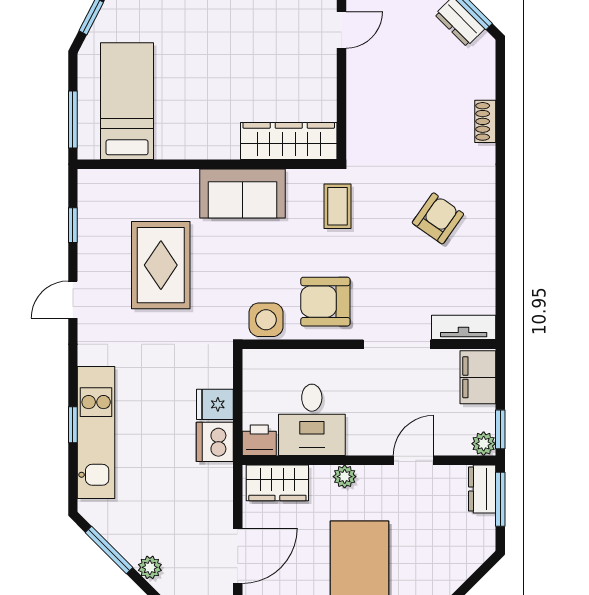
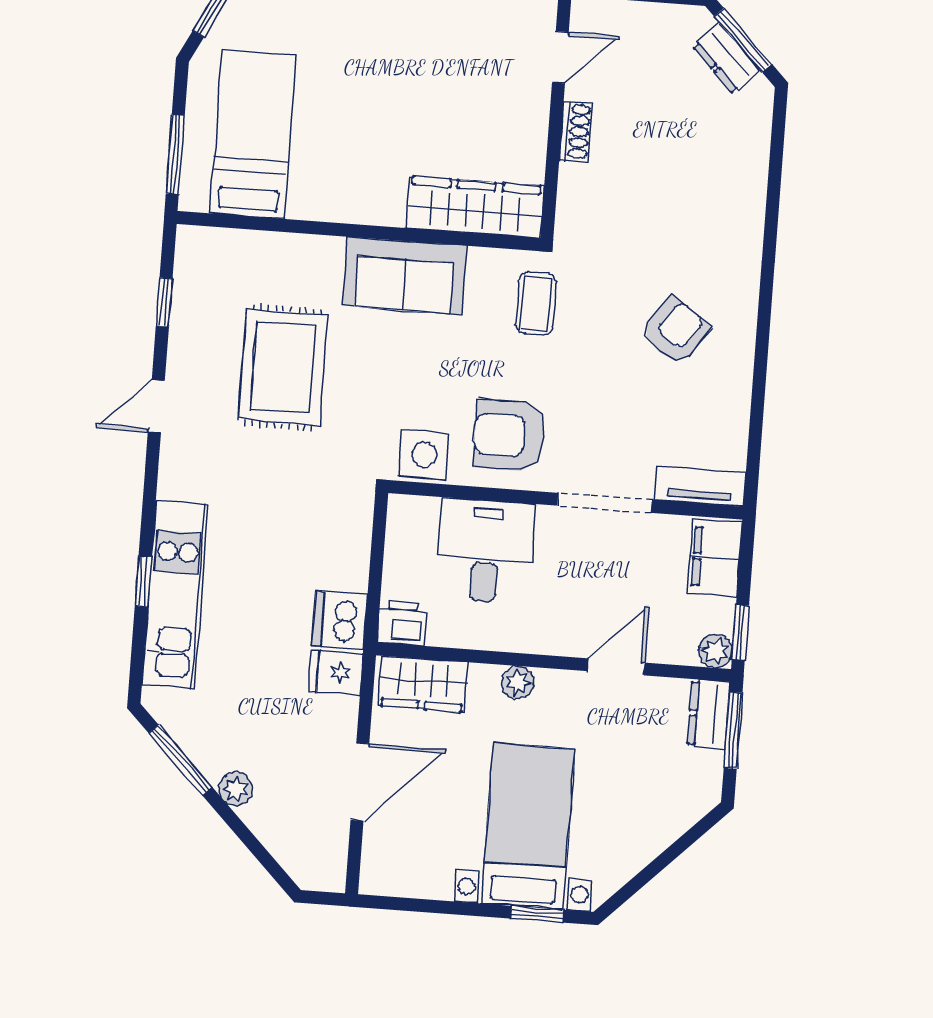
shoe rack: (485, 121) -> (576, 131), moved, turned 180
fridge: (215, 404) -> (336, 672), moved
desk: (312, 420) -> (486, 551), moved, turned 180

